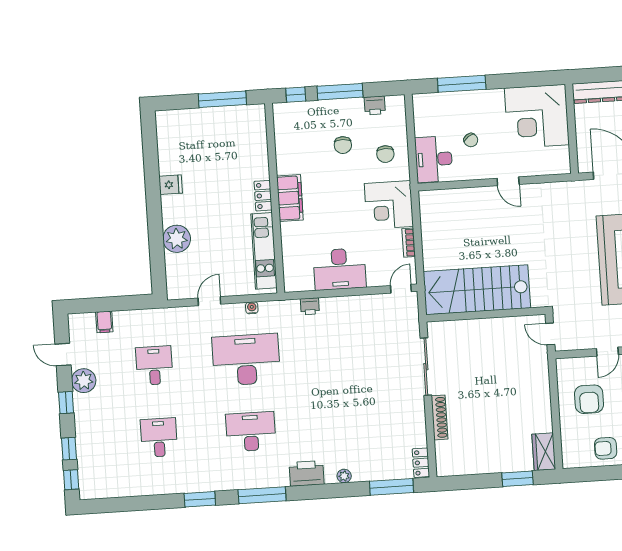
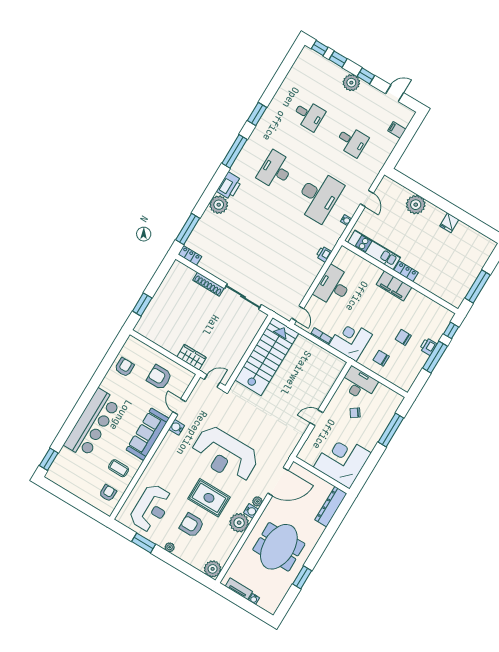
printer: (375, 105) -> (428, 347), moved
plant: (84, 381) -> (351, 83), moved
desk: (251, 432) -> (276, 170), turned 180
wardrobe: (544, 452) -> (192, 357), moved
plant: (344, 476) -> (219, 205), width x1.88, depth x1.88

